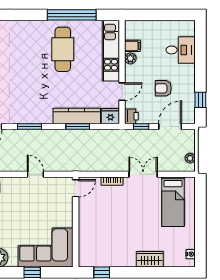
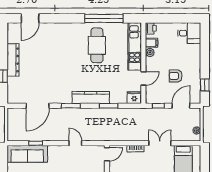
desk: (181, 50) -> (189, 33), moved
kitchen counter: (77, 116) -> (91, 97), moved
printer: (131, 116) -> (151, 28), moved

